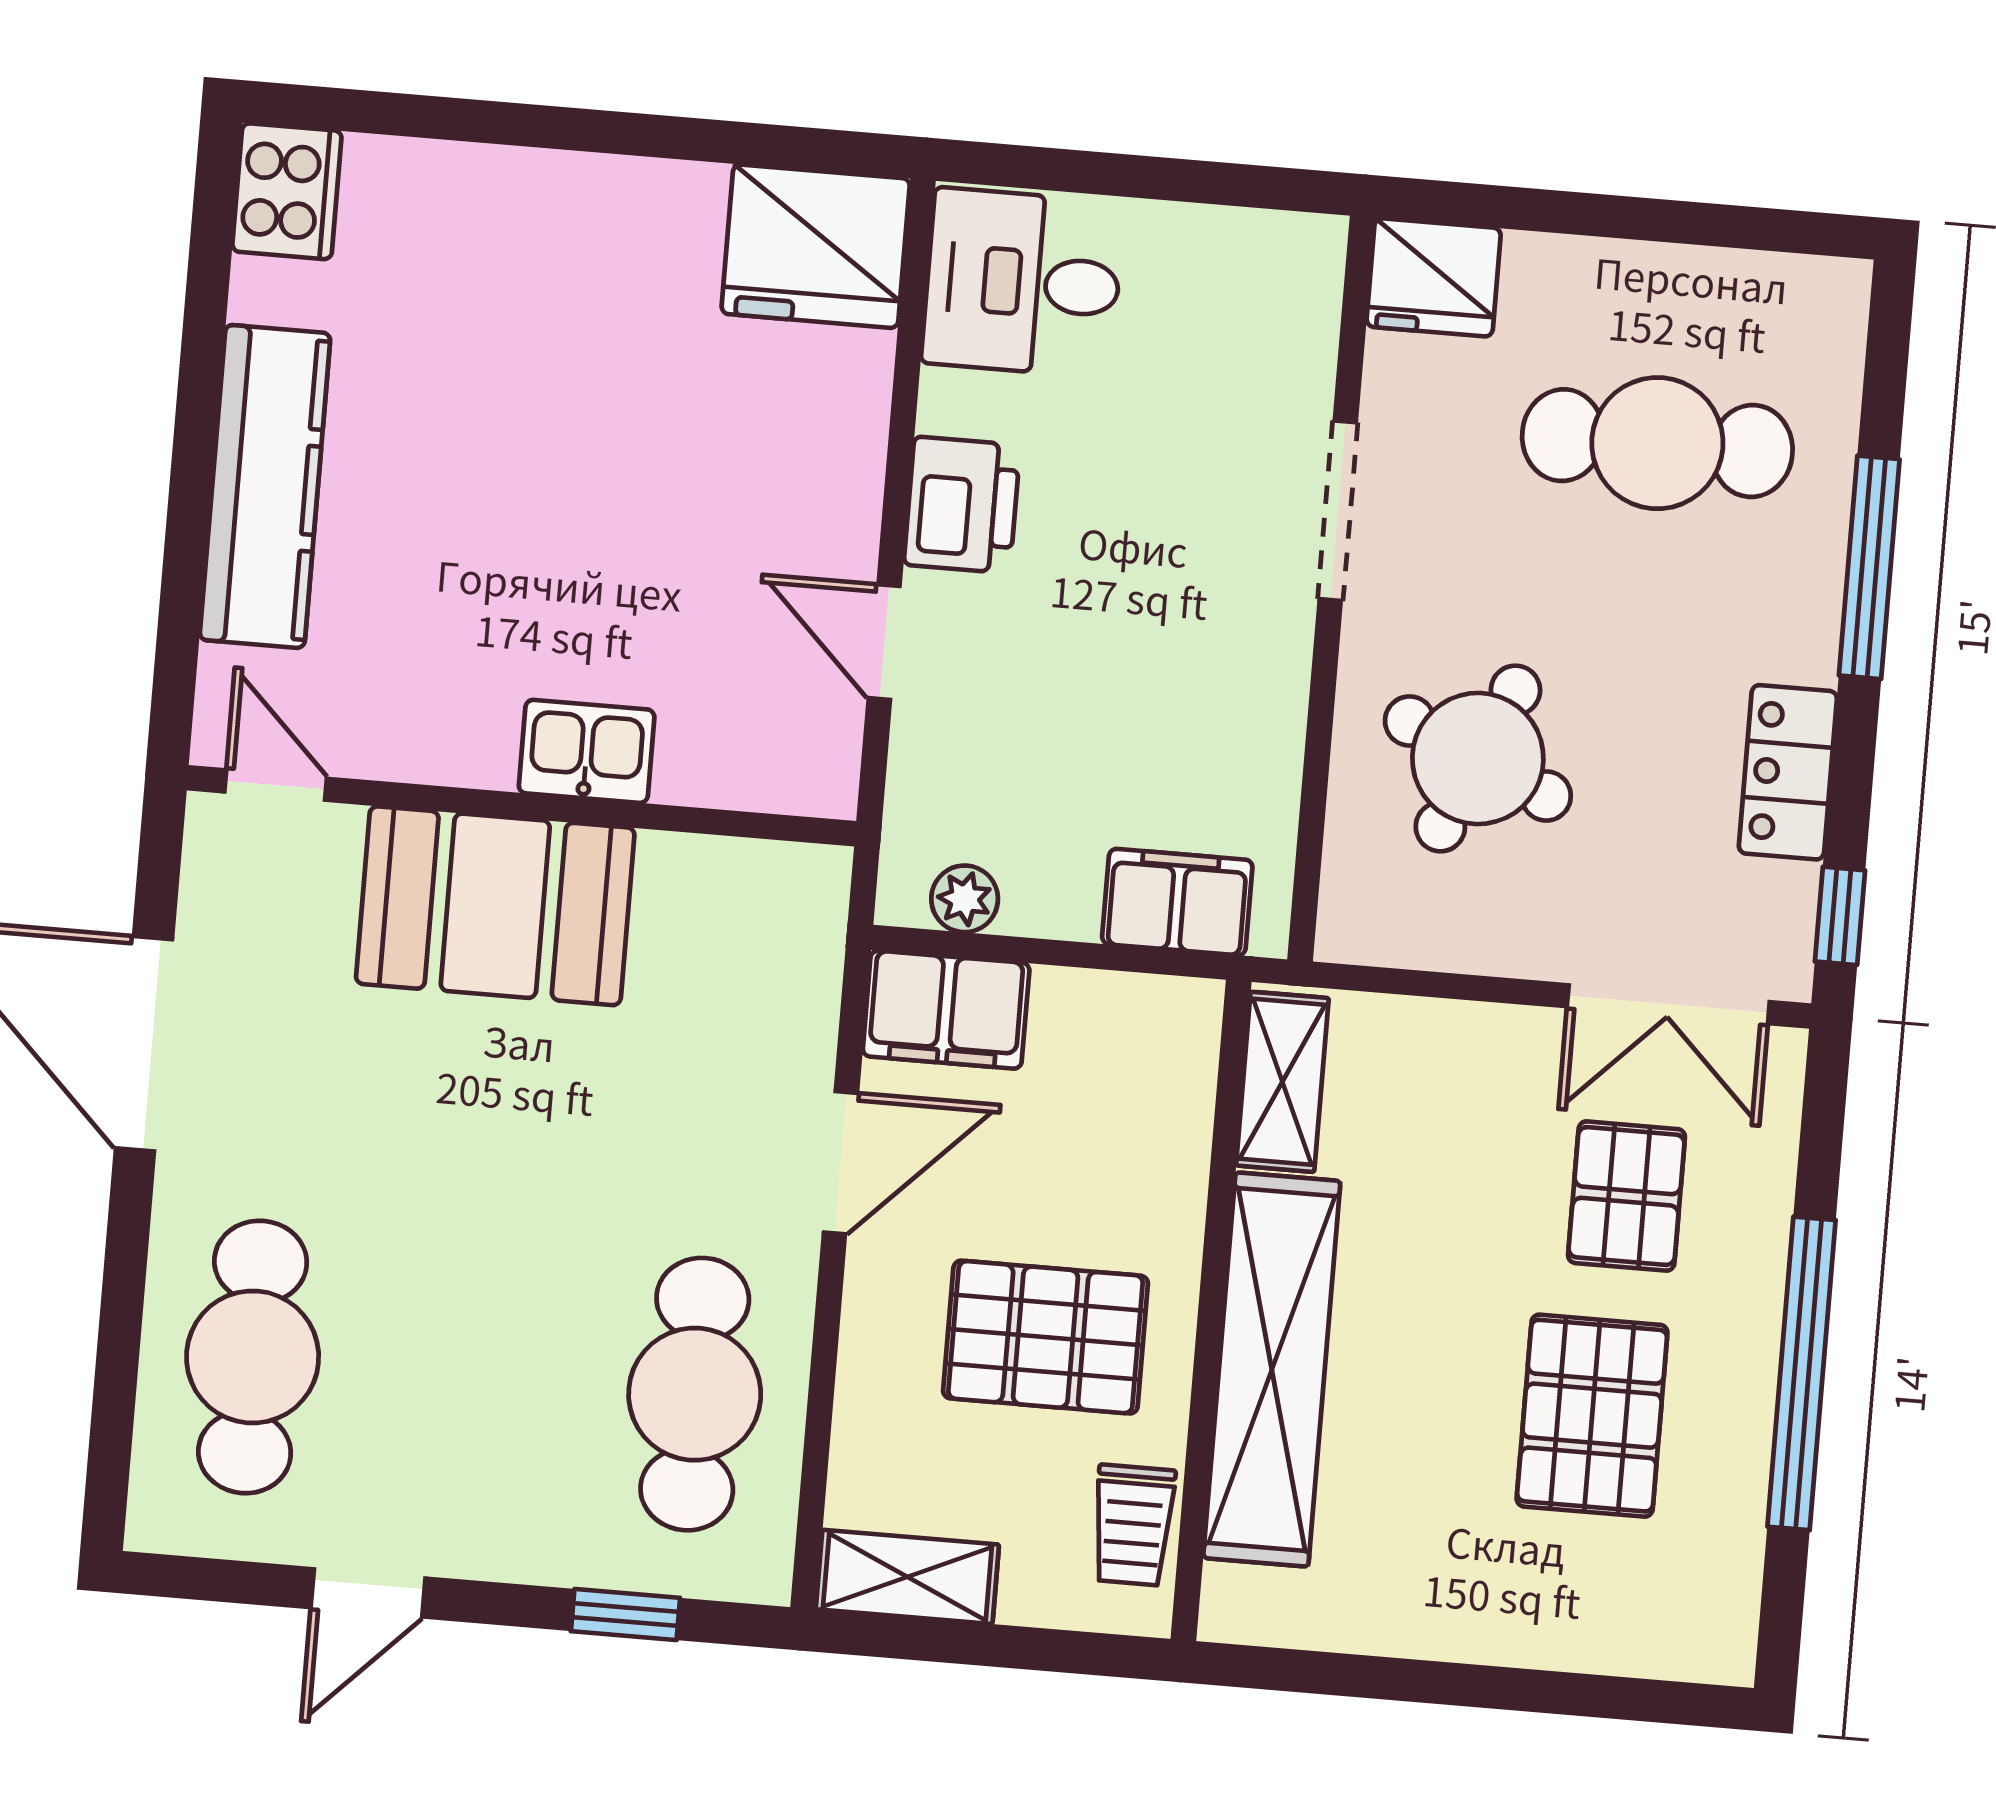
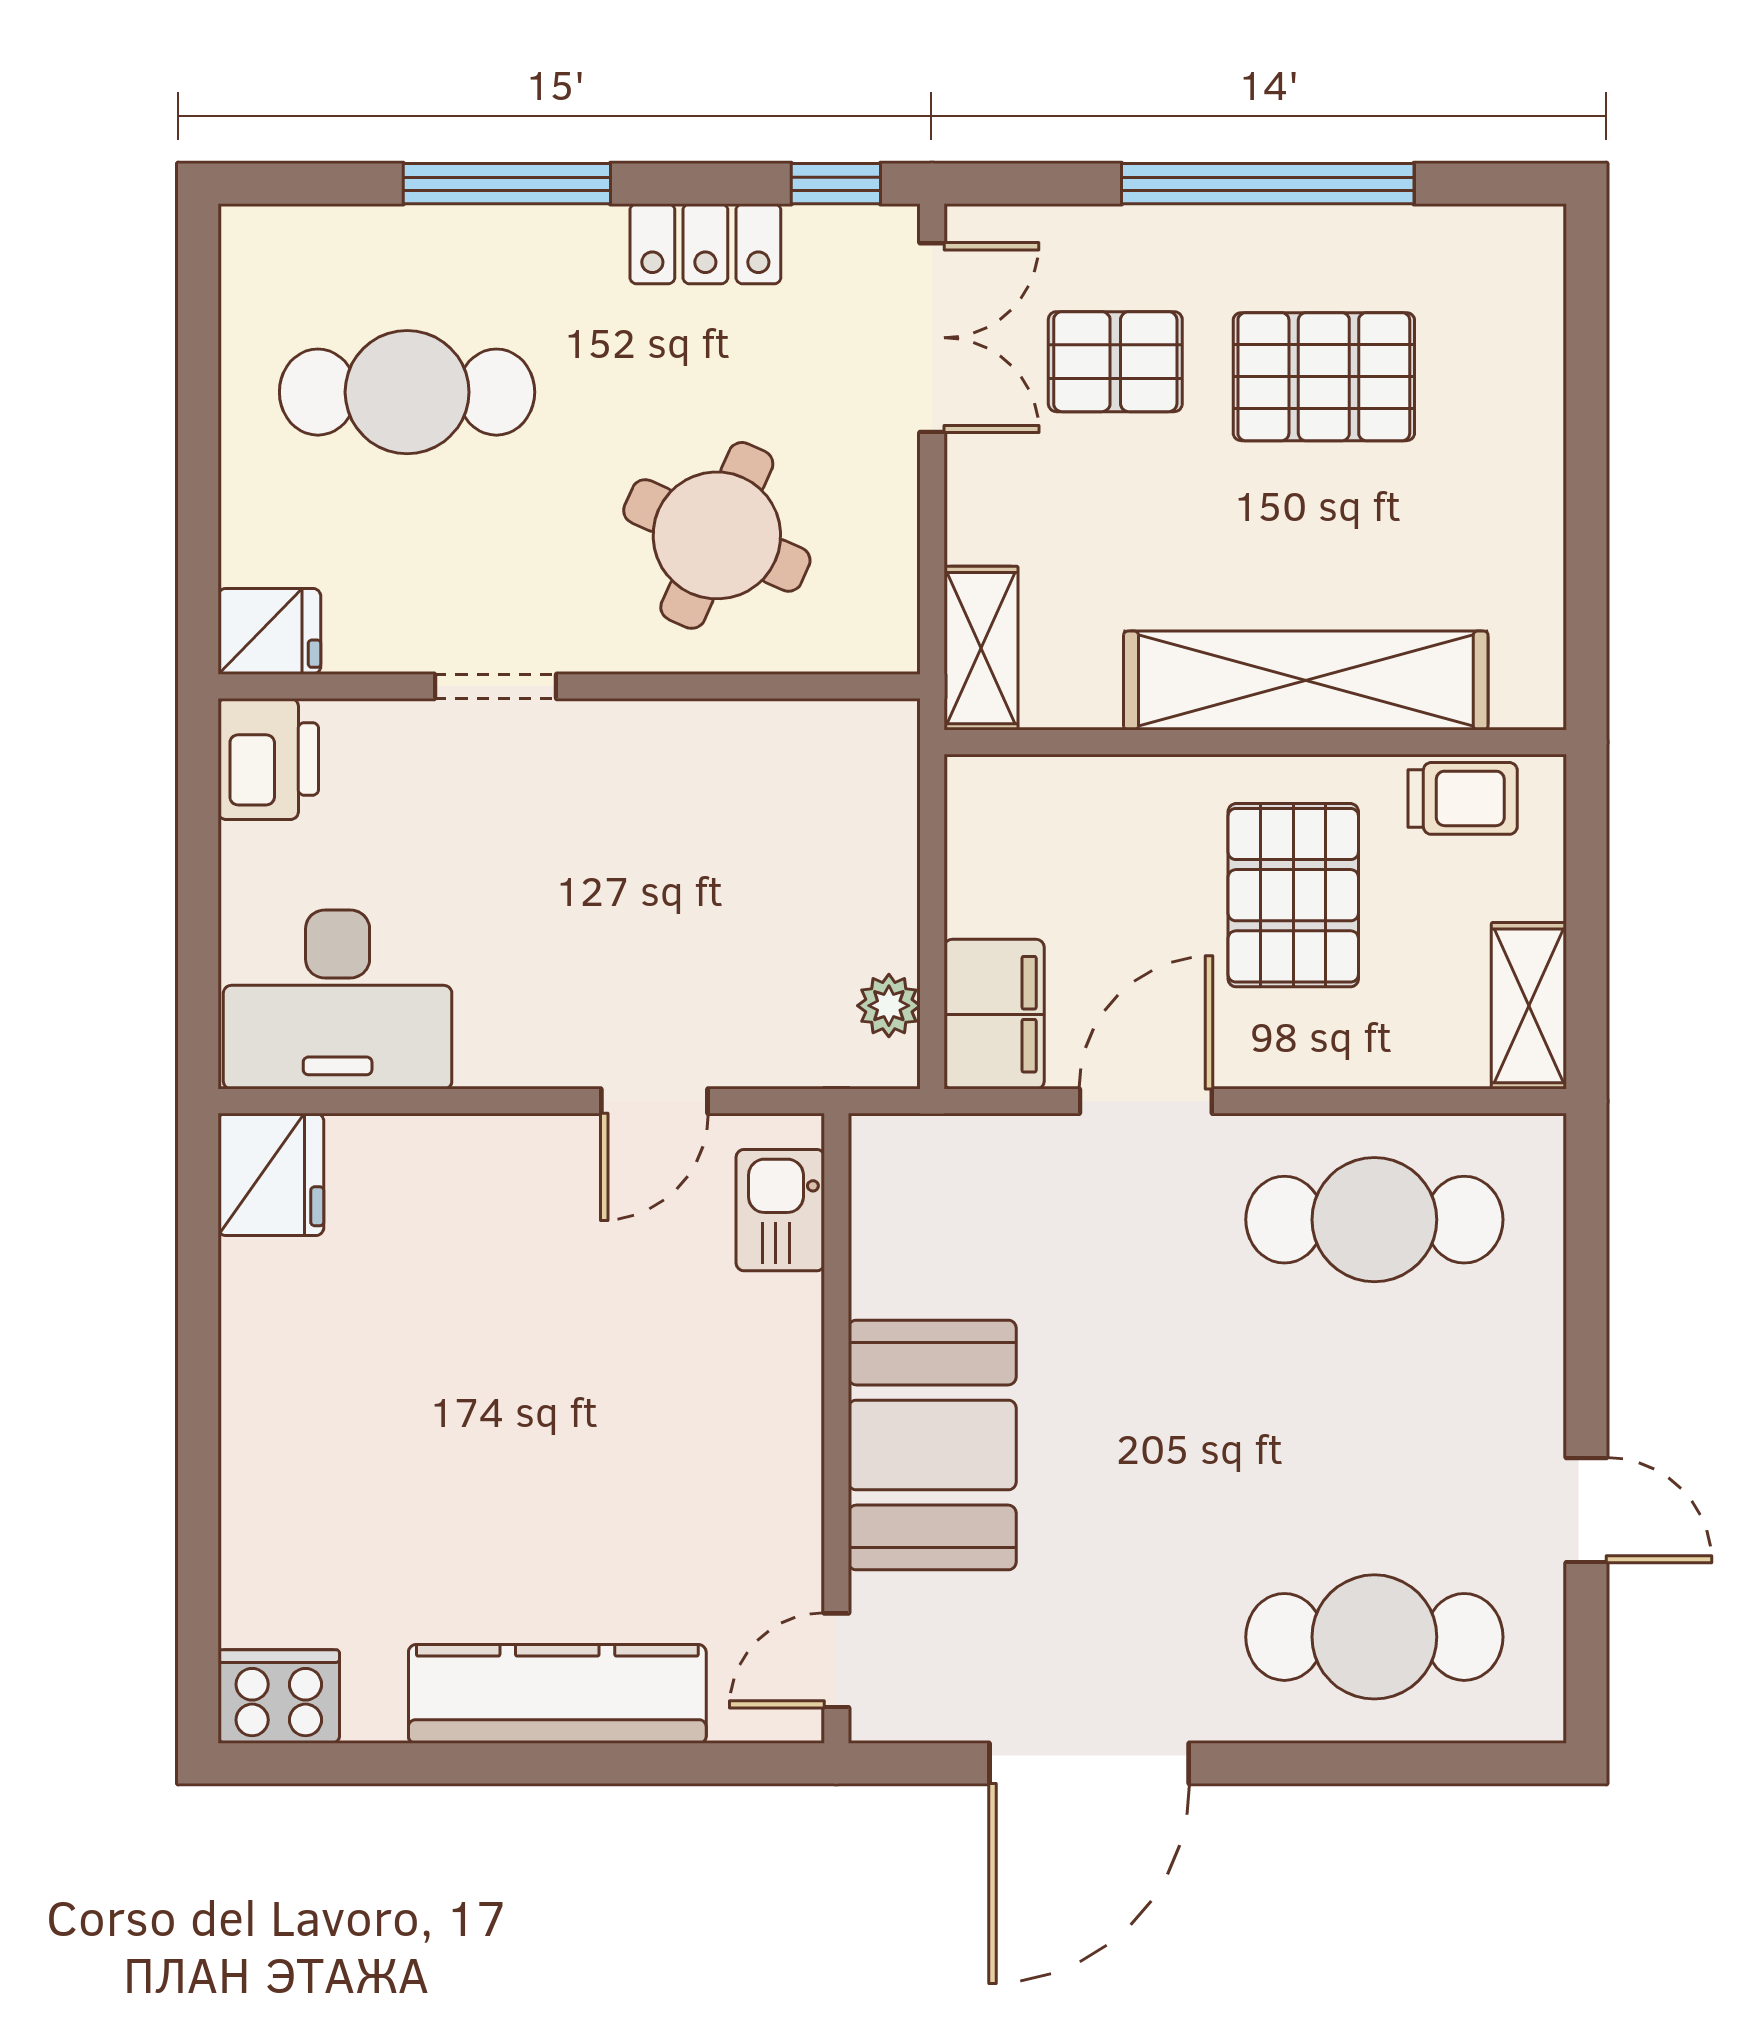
fridge: (816, 246) -> (271, 1174), width x0.73, depth x0.75
fridge: (1434, 277) -> (269, 631), width x0.72
desk: (1023, 283) -> (338, 1000), width x1.37
cafe table: (1657, 443) -> (407, 392), turned 90
printer: (962, 505) -> (268, 759), moved, turned 90
doorway: (1338, 511) -> (496, 686), width x0.73
kitchen sink: (587, 751) -> (780, 1210), moved
filing cabinet: (1177, 902) -> (875, 806), removed
shelving: (1282, 1082) -> (981, 648), moved, turned 90
door: (840, 1163) -> (1146, 1101), hinge flipped
window: (625, 1615) -> (1586, 1267), removed

